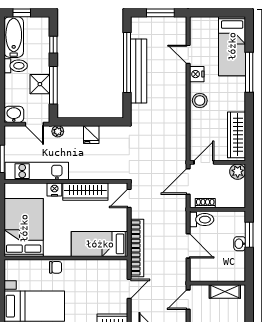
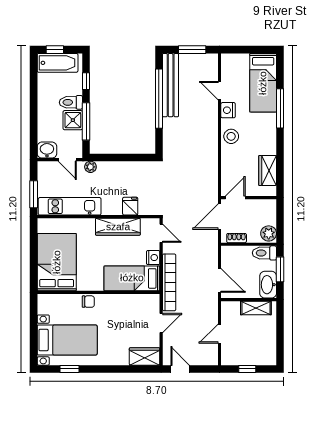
bathtub: (14, 37) -> (58, 63), moved, turned 90
toilet: (16, 66) -> (71, 102), moved, turned 180
bench: (139, 71) -> (171, 85), moved
fridge: (91, 135) -> (130, 206), moved, turned 180
wardrobe: (237, 135) -> (268, 170), width x0.67
plant: (238, 172) -> (269, 233), moved
nightstand: (54, 190) -> (153, 258), moved, turned 90
door: (129, 198) -> (161, 233), swing flipped
toilet: (202, 220) -> (264, 253), moved, turned 180
washbasin: (240, 244) -> (268, 285), width x1.91, depth x1.45
wall: (217, 283) -> (249, 300), moved
shelving: (225, 291) -> (256, 308), moved

